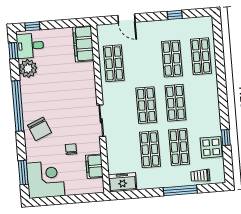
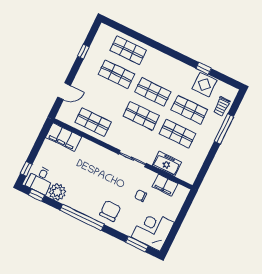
chair: (40, 129) -> (110, 211), turned -67
freezer: (122, 182) -> (167, 164), moved, turned 90

